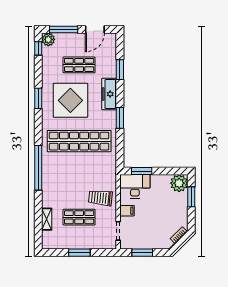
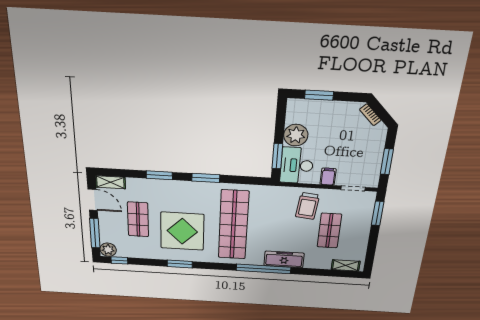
shelving: (111, 44) -> (110, 182), added
window: (120, 70) -> (159, 175), moved
freezer: (109, 94) -> (284, 259), moved, turned 180
plant: (179, 183) -> (296, 135), moved
shelving: (47, 219) -> (346, 265), moved
window: (79, 253) -> (378, 213), moved

